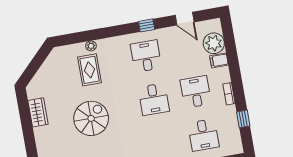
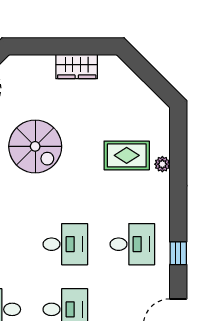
desk: (154, 99) -> (65, 244), turned 180
spiral stairs: (91, 118) -> (35, 146), moved

